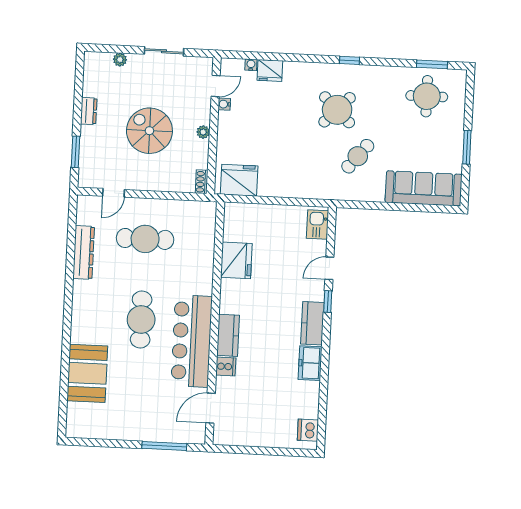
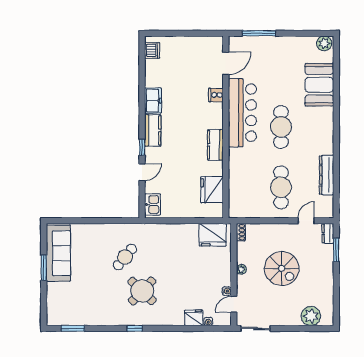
sliding door: (164, 51) -> (256, 328), moved
plant: (120, 60) -> (311, 316), width x1.88, depth x1.88
round table: (427, 96) -> (76, 304), removed
dresser: (89, 111) -> (328, 233), moved
sofa: (424, 188) -> (58, 253), moved, turned -90
cafe table: (145, 239) -> (281, 187), turned 90
fridge: (236, 260) -> (212, 190), moved
kitchen counter: (228, 335) -> (215, 145), moved
plant: (78, 428) -> (324, 43), added

